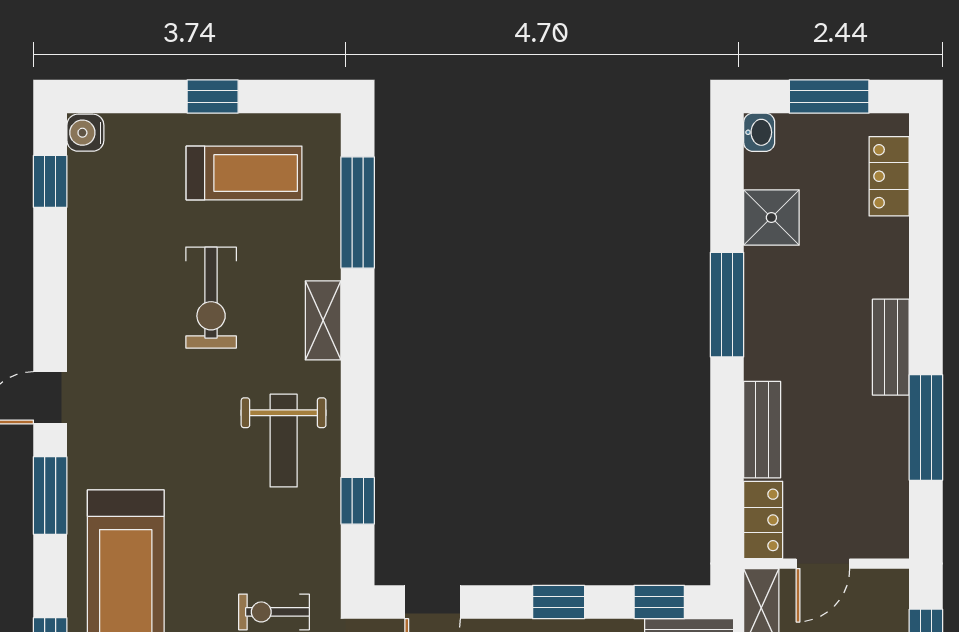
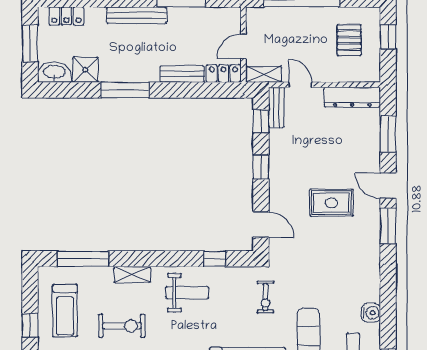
washbasin: (759, 132) -> (54, 72), width x1.91, depth x1.45
treadmill: (244, 173) -> (65, 311), turned 180
bench: (891, 347) -> (137, 15), width x1.36
door: (823, 564) -> (243, 46), swing flipped

